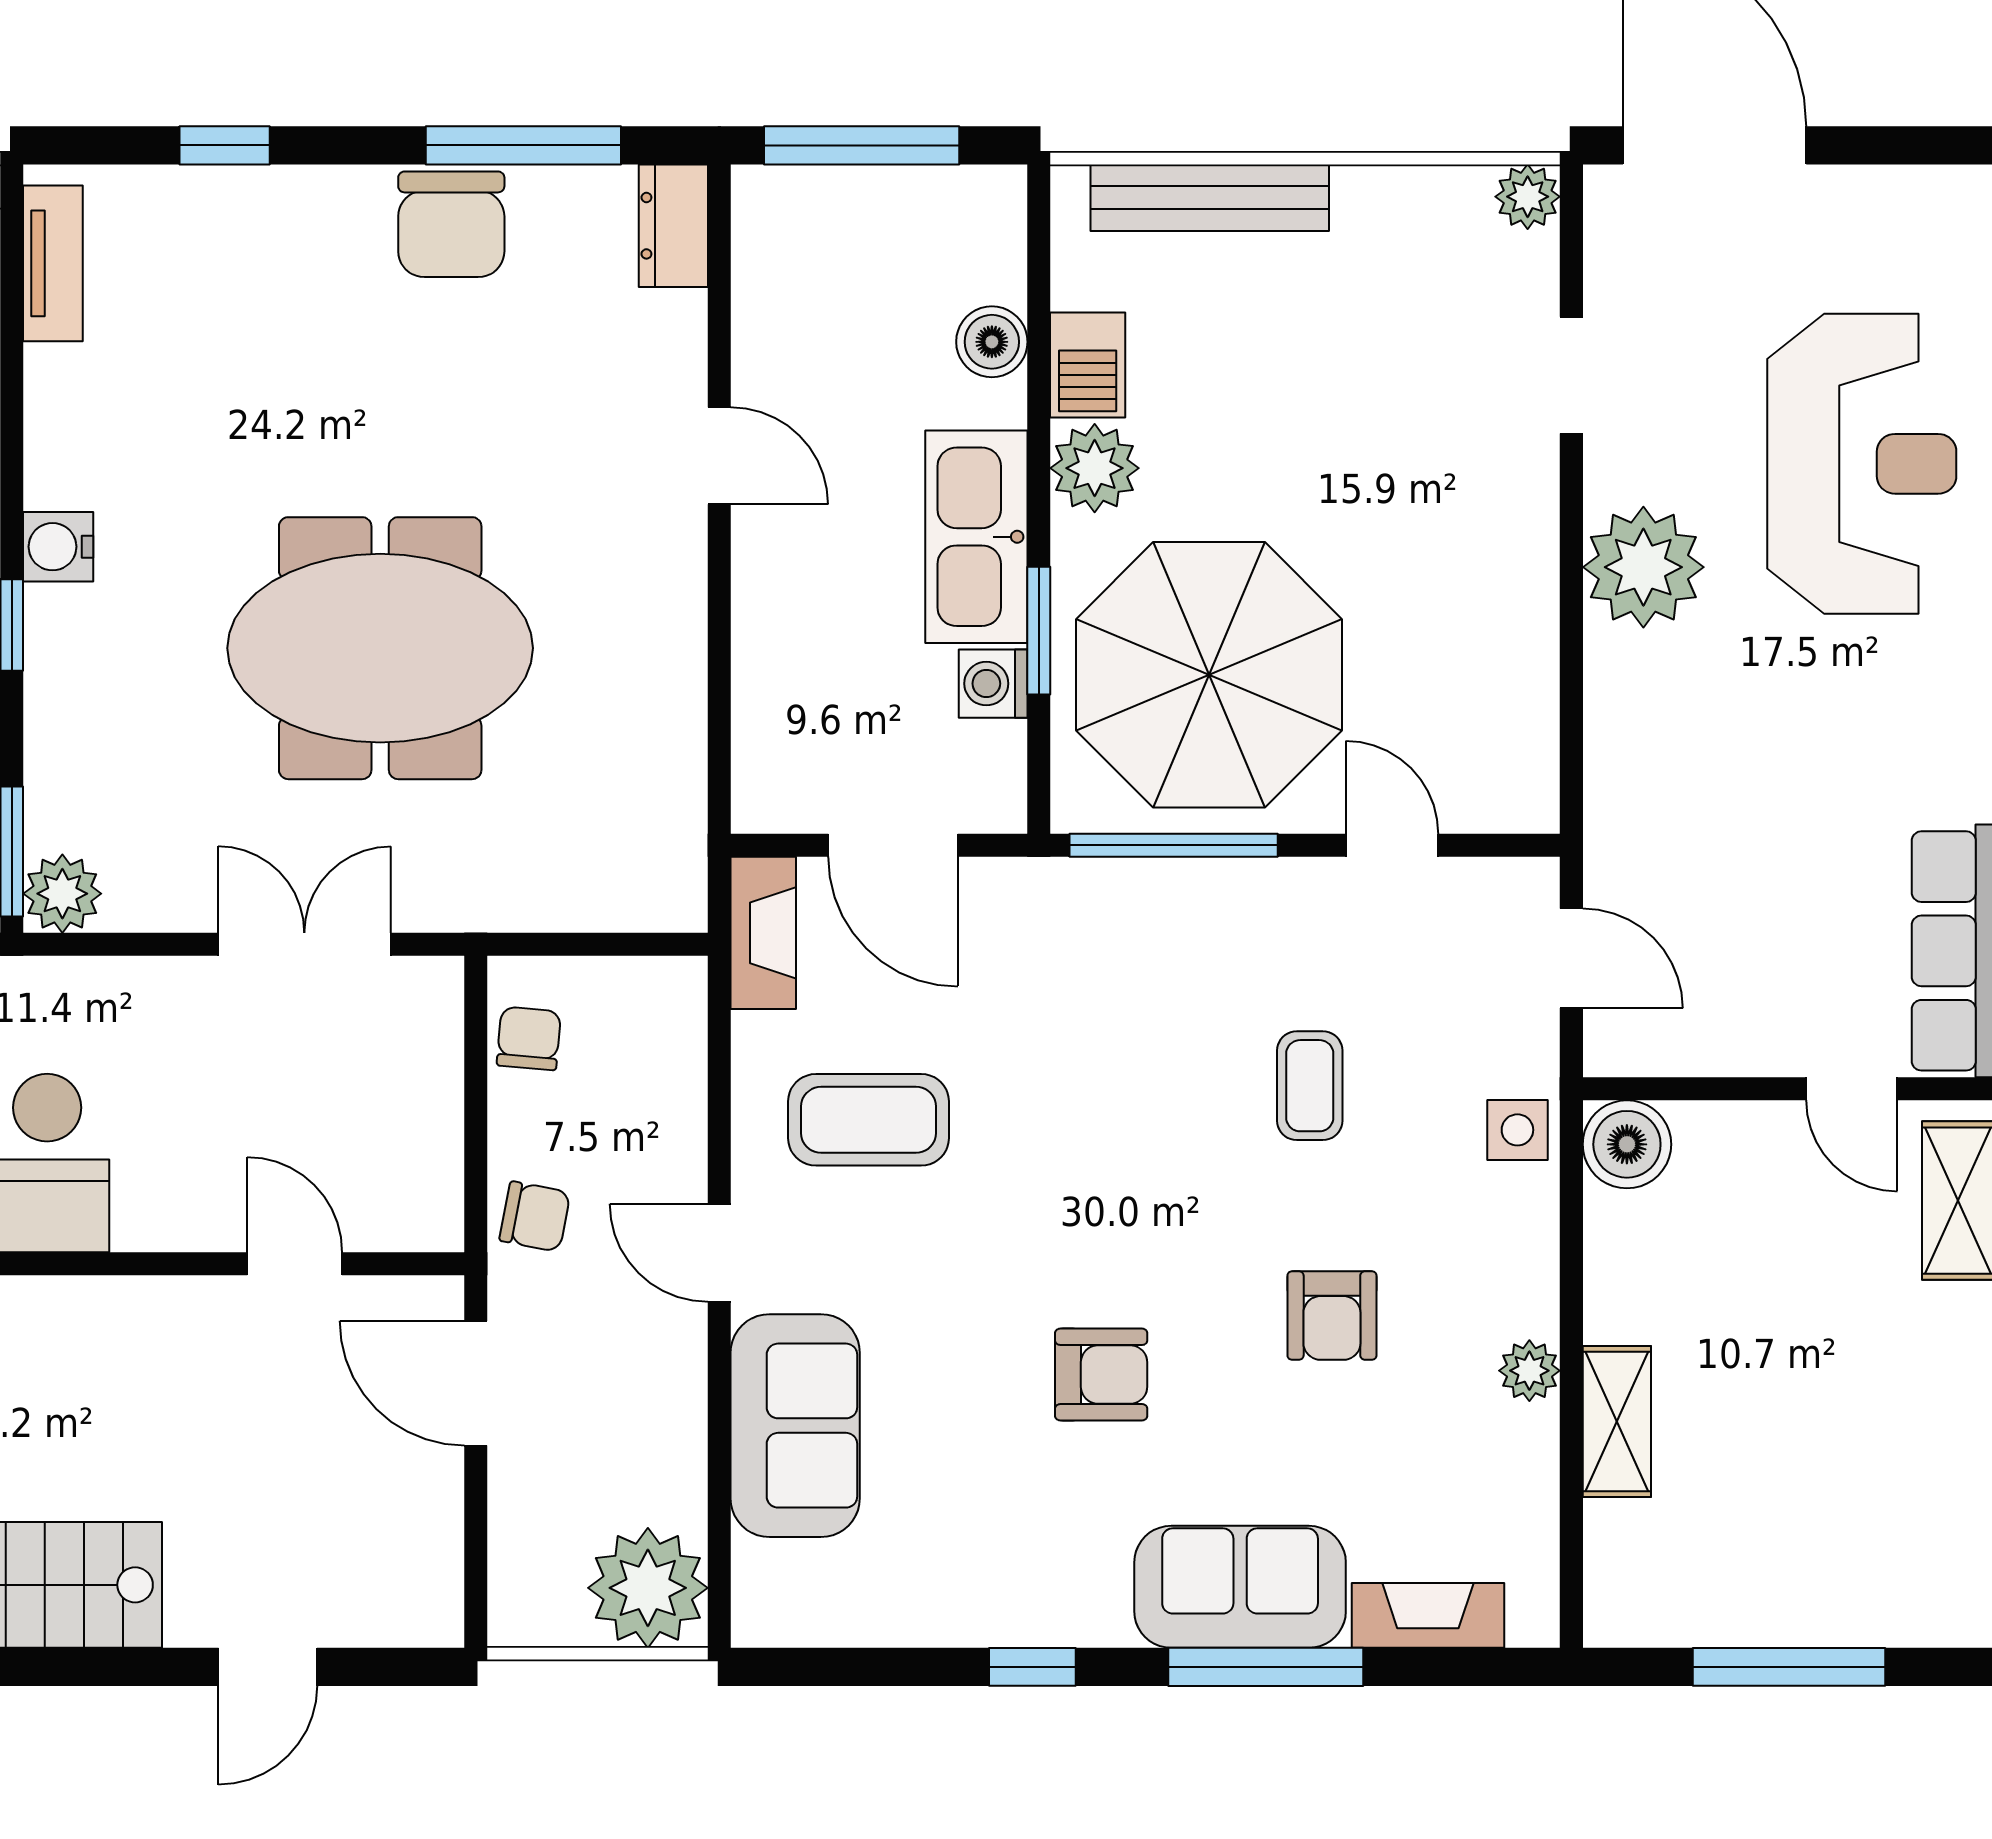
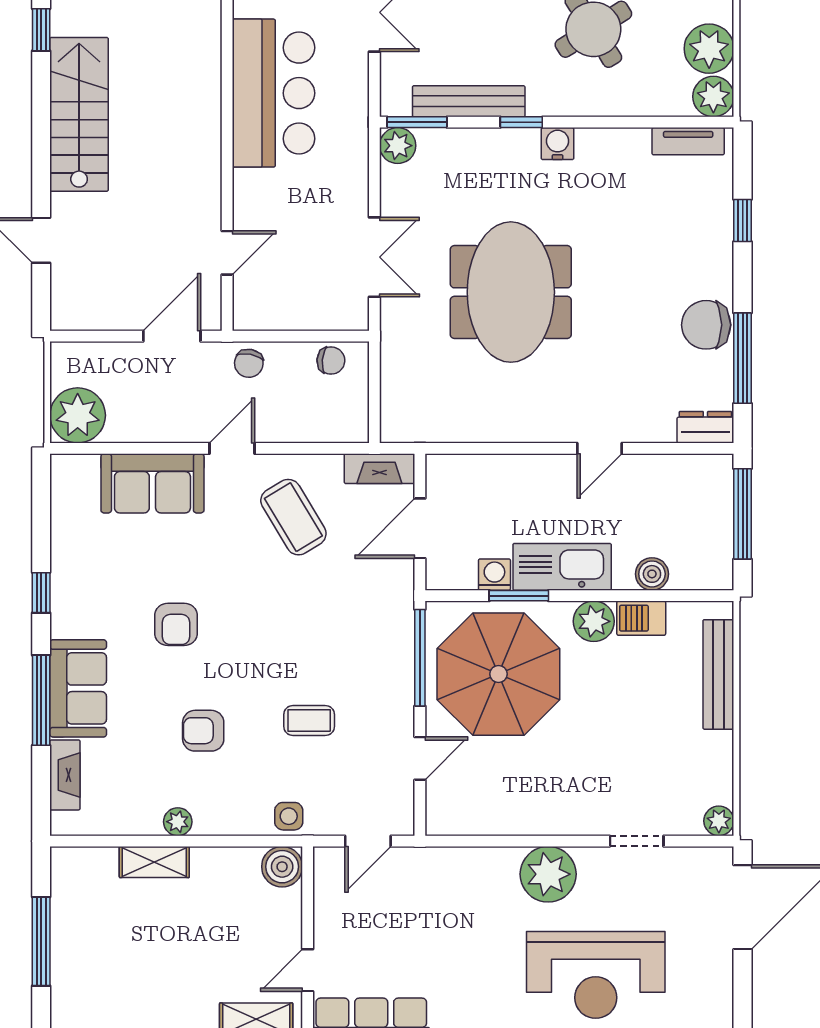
coffee table: (869, 1120) -> (293, 517), turned -31

